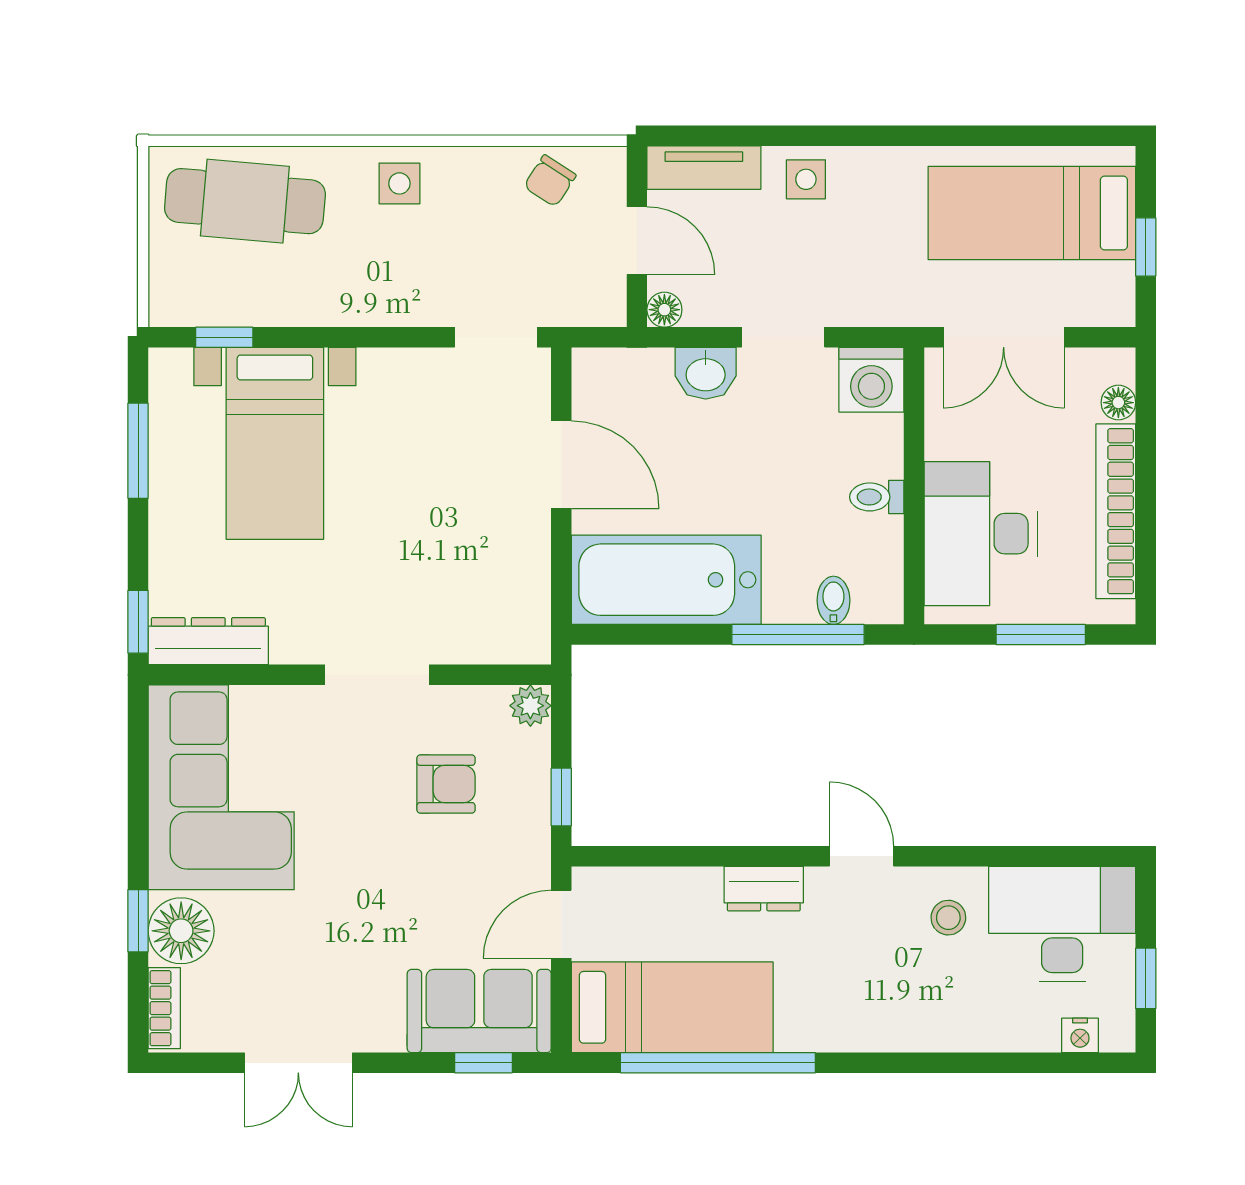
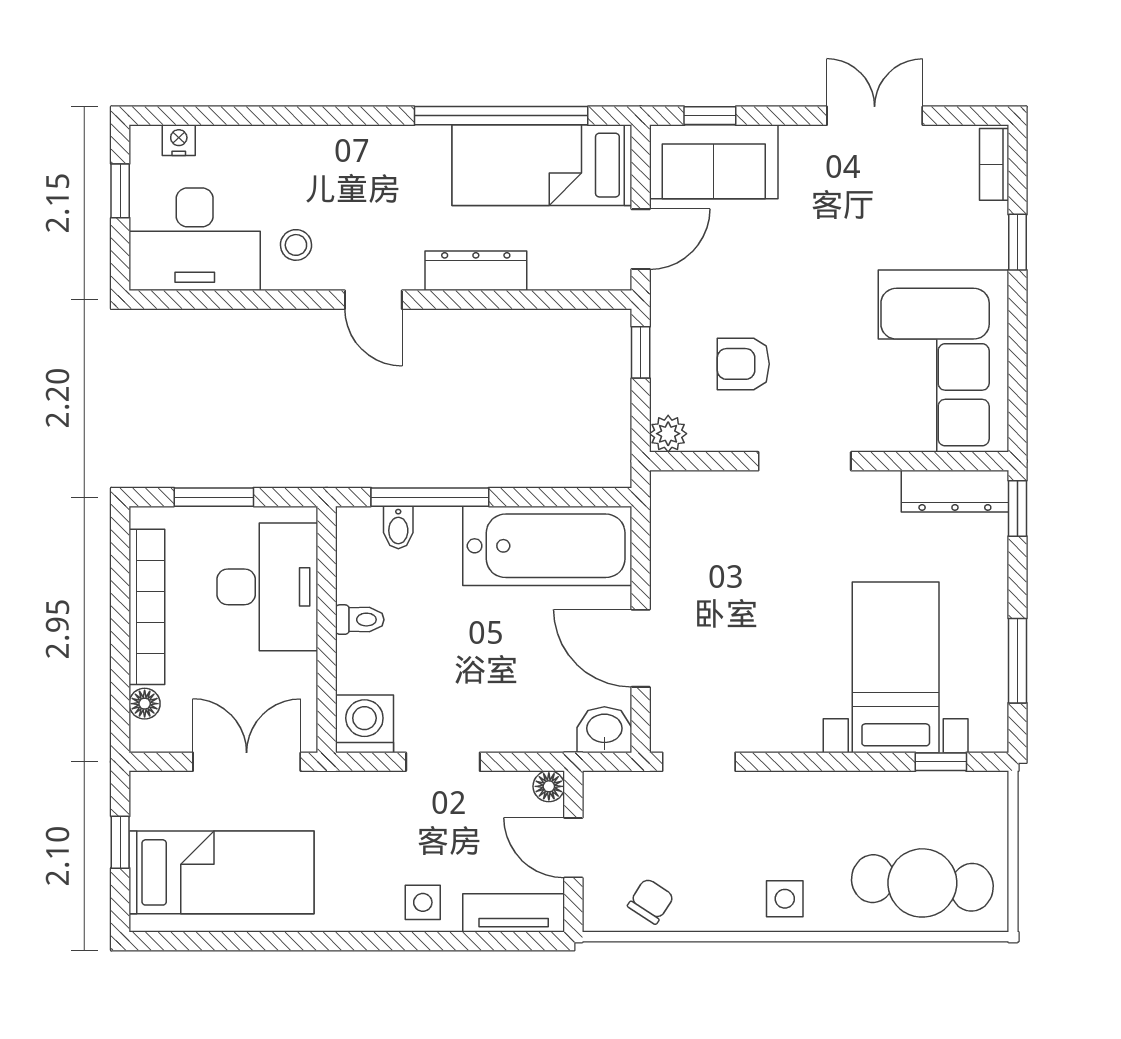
washbasin: (706, 373) -> (604, 730), moved
dresser: (764, 889) -> (476, 271), width x1.44
floor lamp: (181, 931) -> (979, 233), removed

